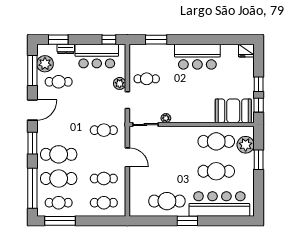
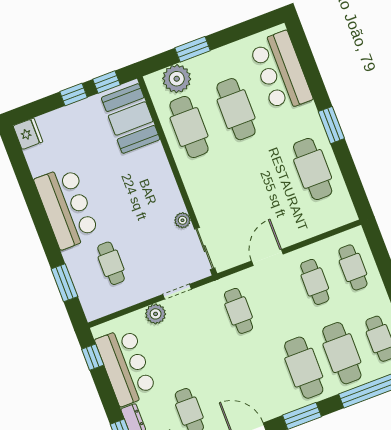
cafe table: (147, 79) -> (111, 263), moved
bar counter: (219, 204) -> (281, 72), width x0.73

